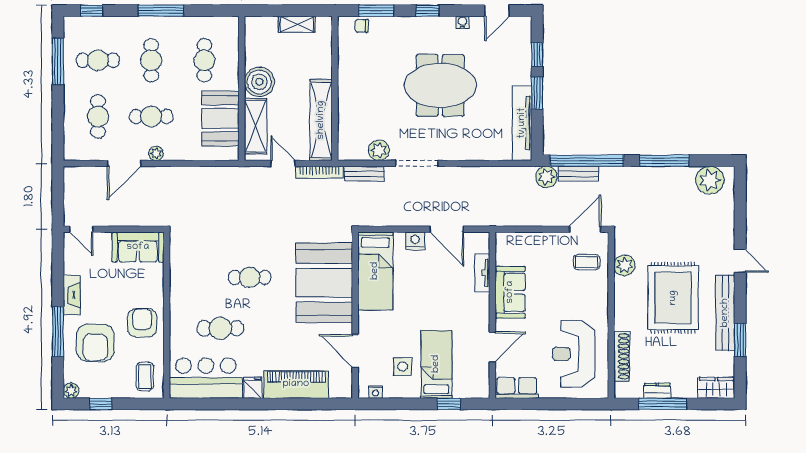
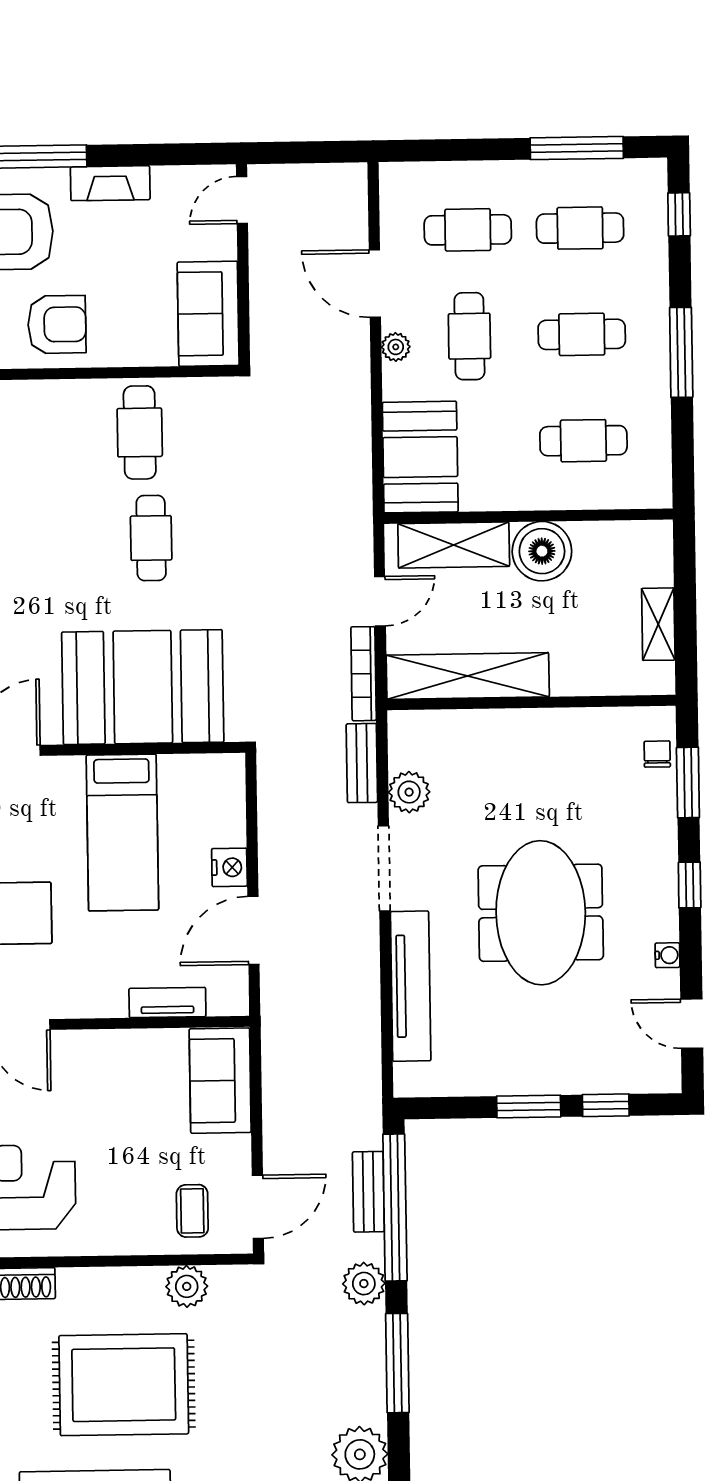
cafe table: (98, 60) -> (580, 228), turned 90
booth: (220, 118) -> (420, 457), moved, turned 90
tv unit: (522, 123) -> (411, 986), moved, turned 90
plant: (546, 177) -> (364, 1284), moved
door: (585, 229) -> (258, 1207), hinge flipped
bed: (375, 271) -> (122, 833), moved, turned -90
sofa: (510, 292) -> (220, 1081), moved, turned 90
cafe table: (220, 328) -> (140, 432), moved

